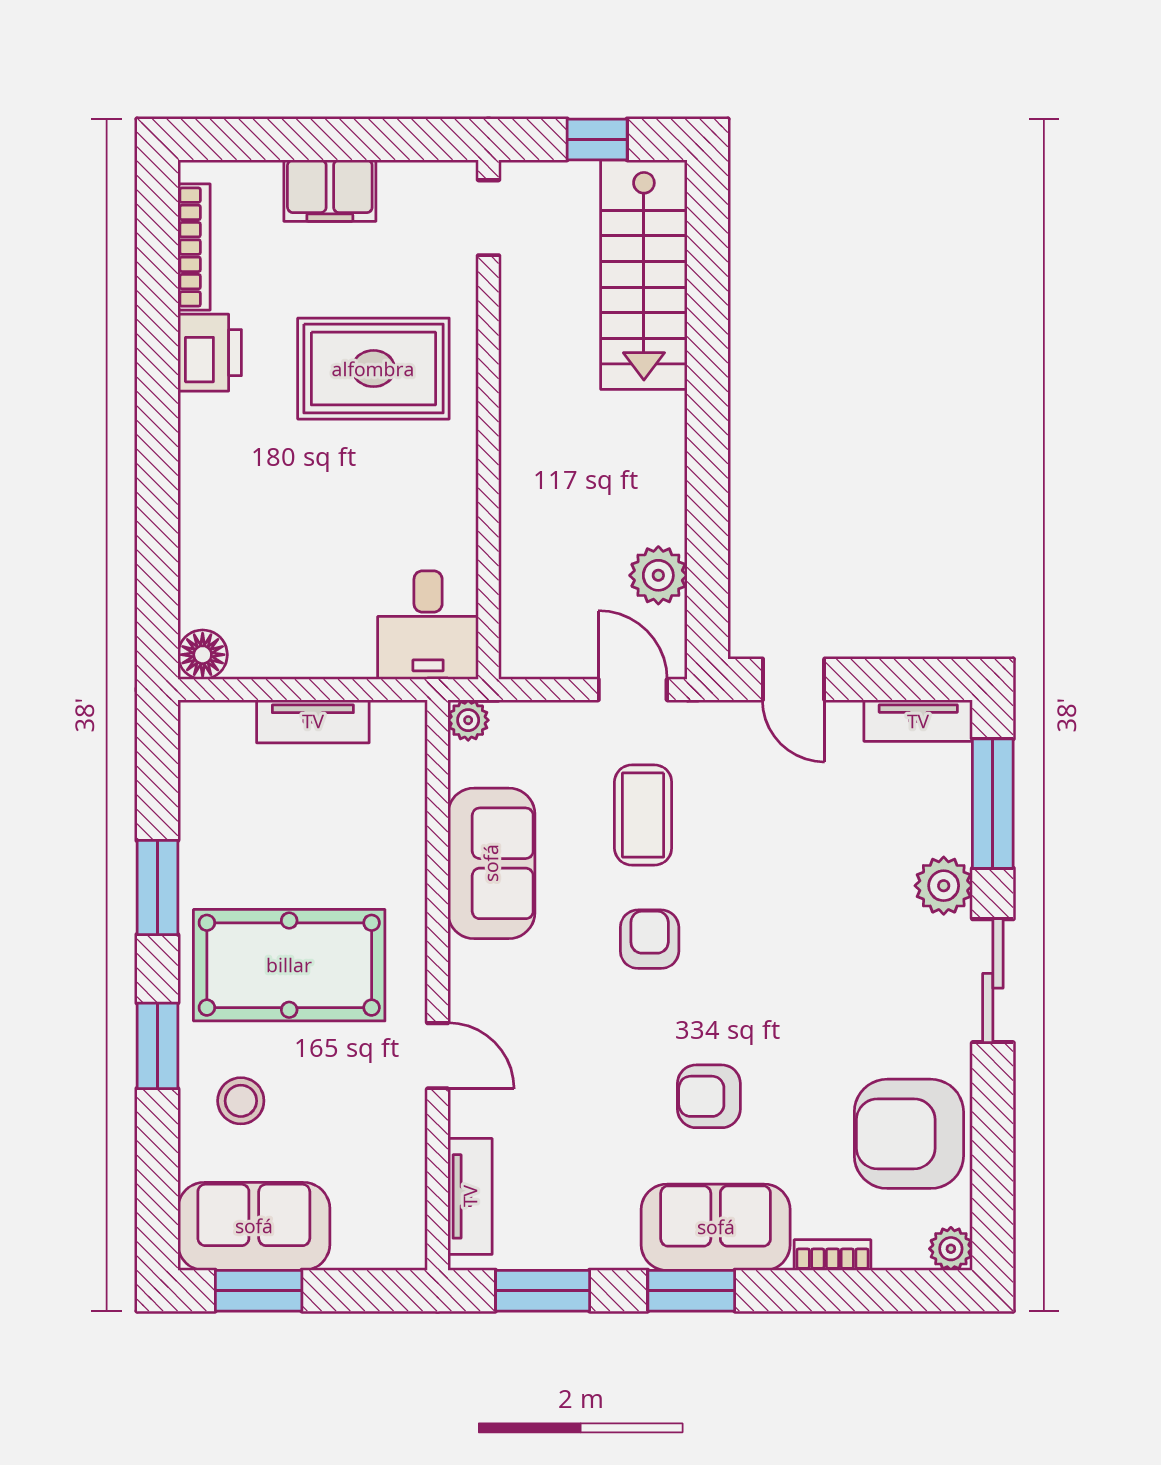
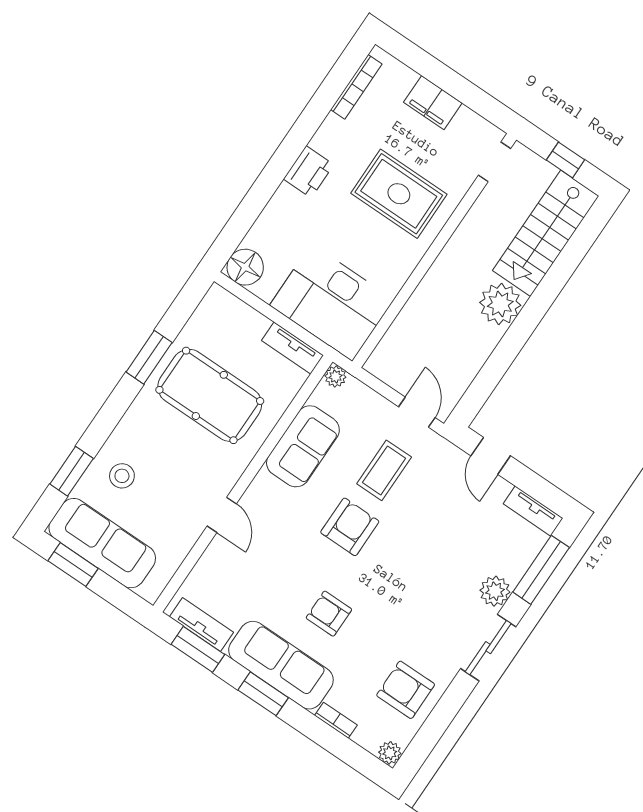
printer: (210, 353) -> (309, 172), moved
plant: (658, 575) -> (500, 304), moved, width x1.36, depth x1.36
desk: (428, 625) -> (332, 303), width x1.87, depth x1.30
floor lamp: (203, 655) -> (245, 267), width x1.38, depth x1.38
tv unit: (313, 721) -> (293, 348), moved
armchair: (650, 939) -> (350, 527), width x1.38, depth x1.38
pool table: (289, 965) -> (210, 395), moved
window: (157, 1046) -> (72, 471), moved
armchair: (909, 1134) -> (406, 690), width x0.73, depth x0.73
tv unit: (470, 1196) -> (201, 625), moved, turned -90
sofa: (254, 1226) -> (102, 543), width x1.36
sofa: (716, 1227) -> (281, 665), width x1.36

